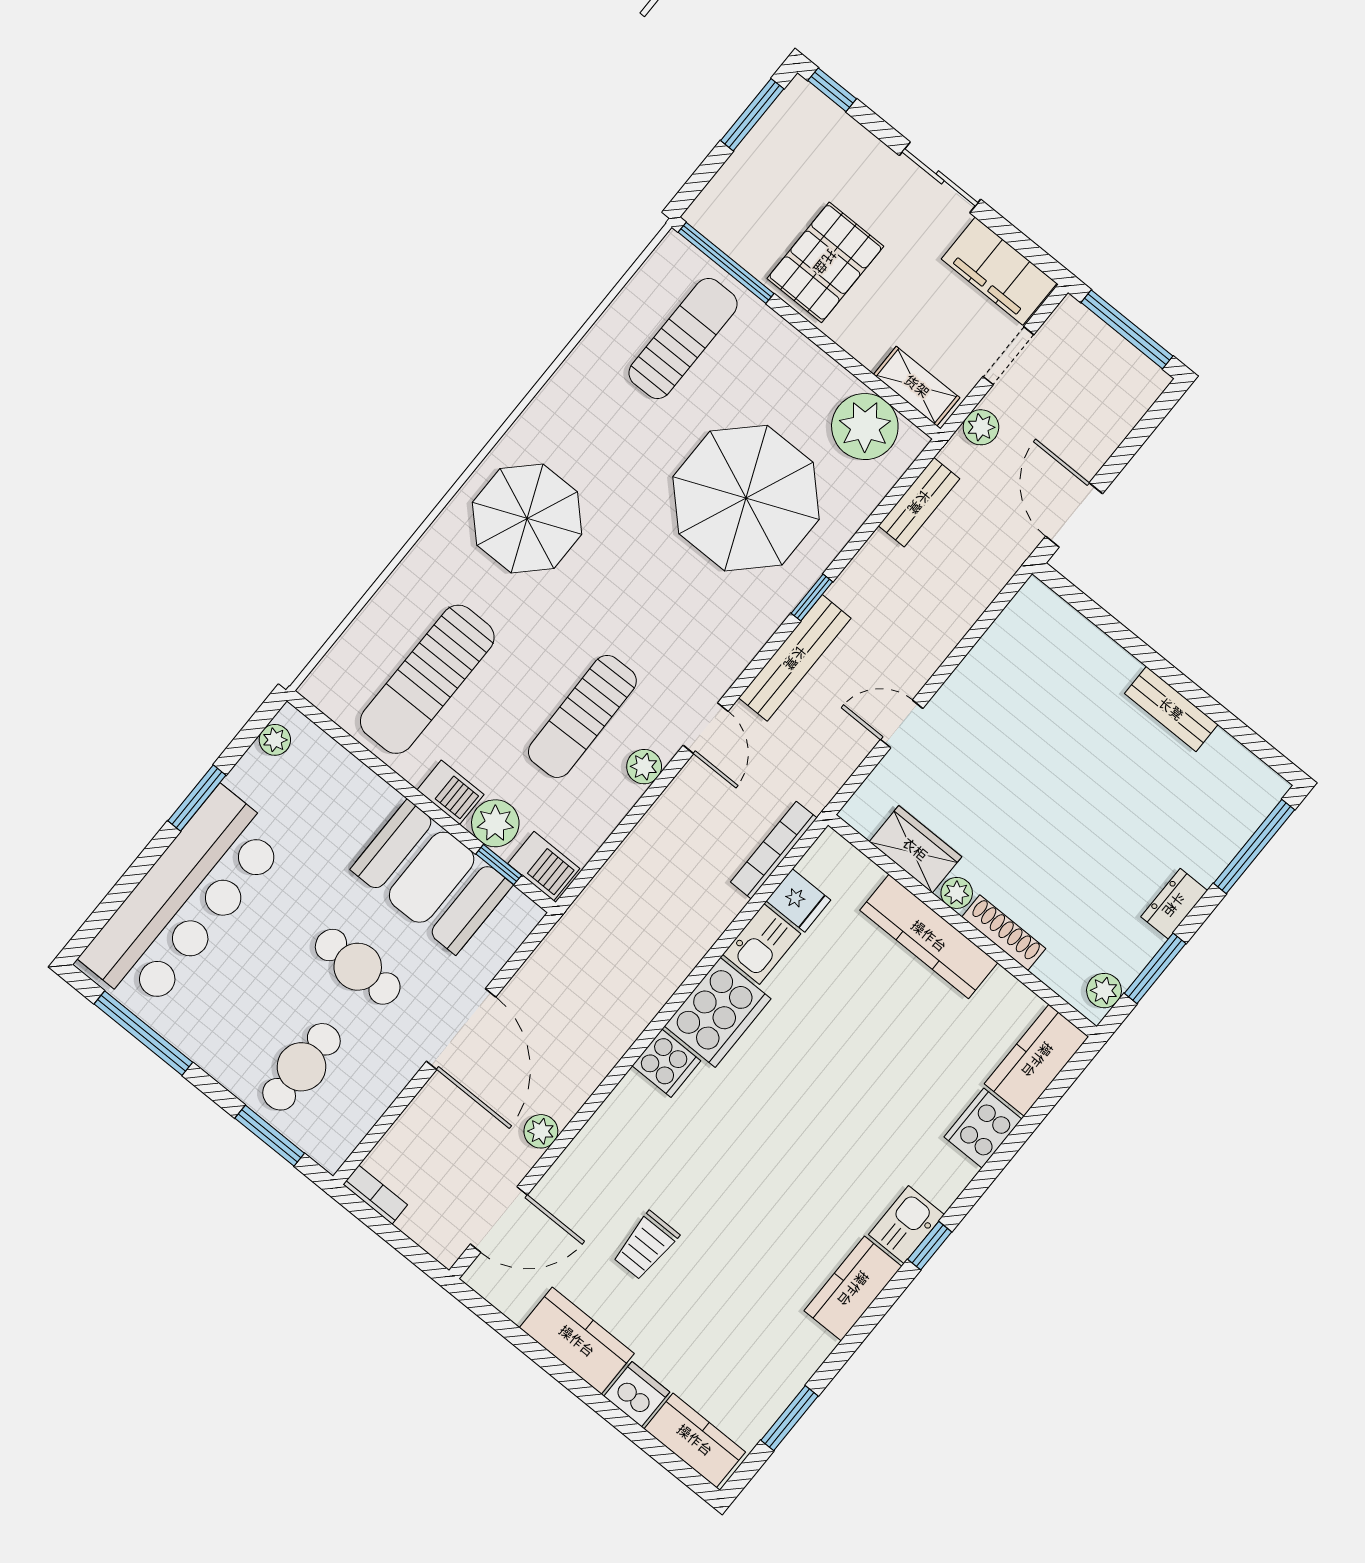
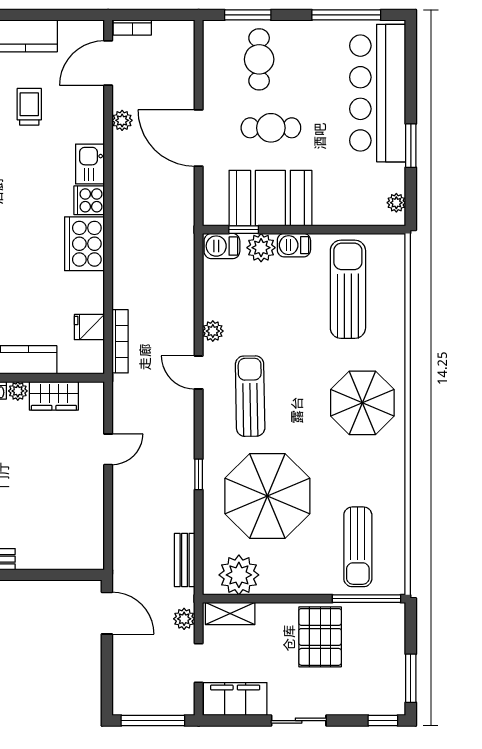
bench: (795, 658) -> (184, 440), removed
sun lounger: (582, 716) -> (250, 396), moved
kitchen sink: (762, 944) -> (90, 164), moved
bookcase: (375, 1195) -> (132, 28), moved

